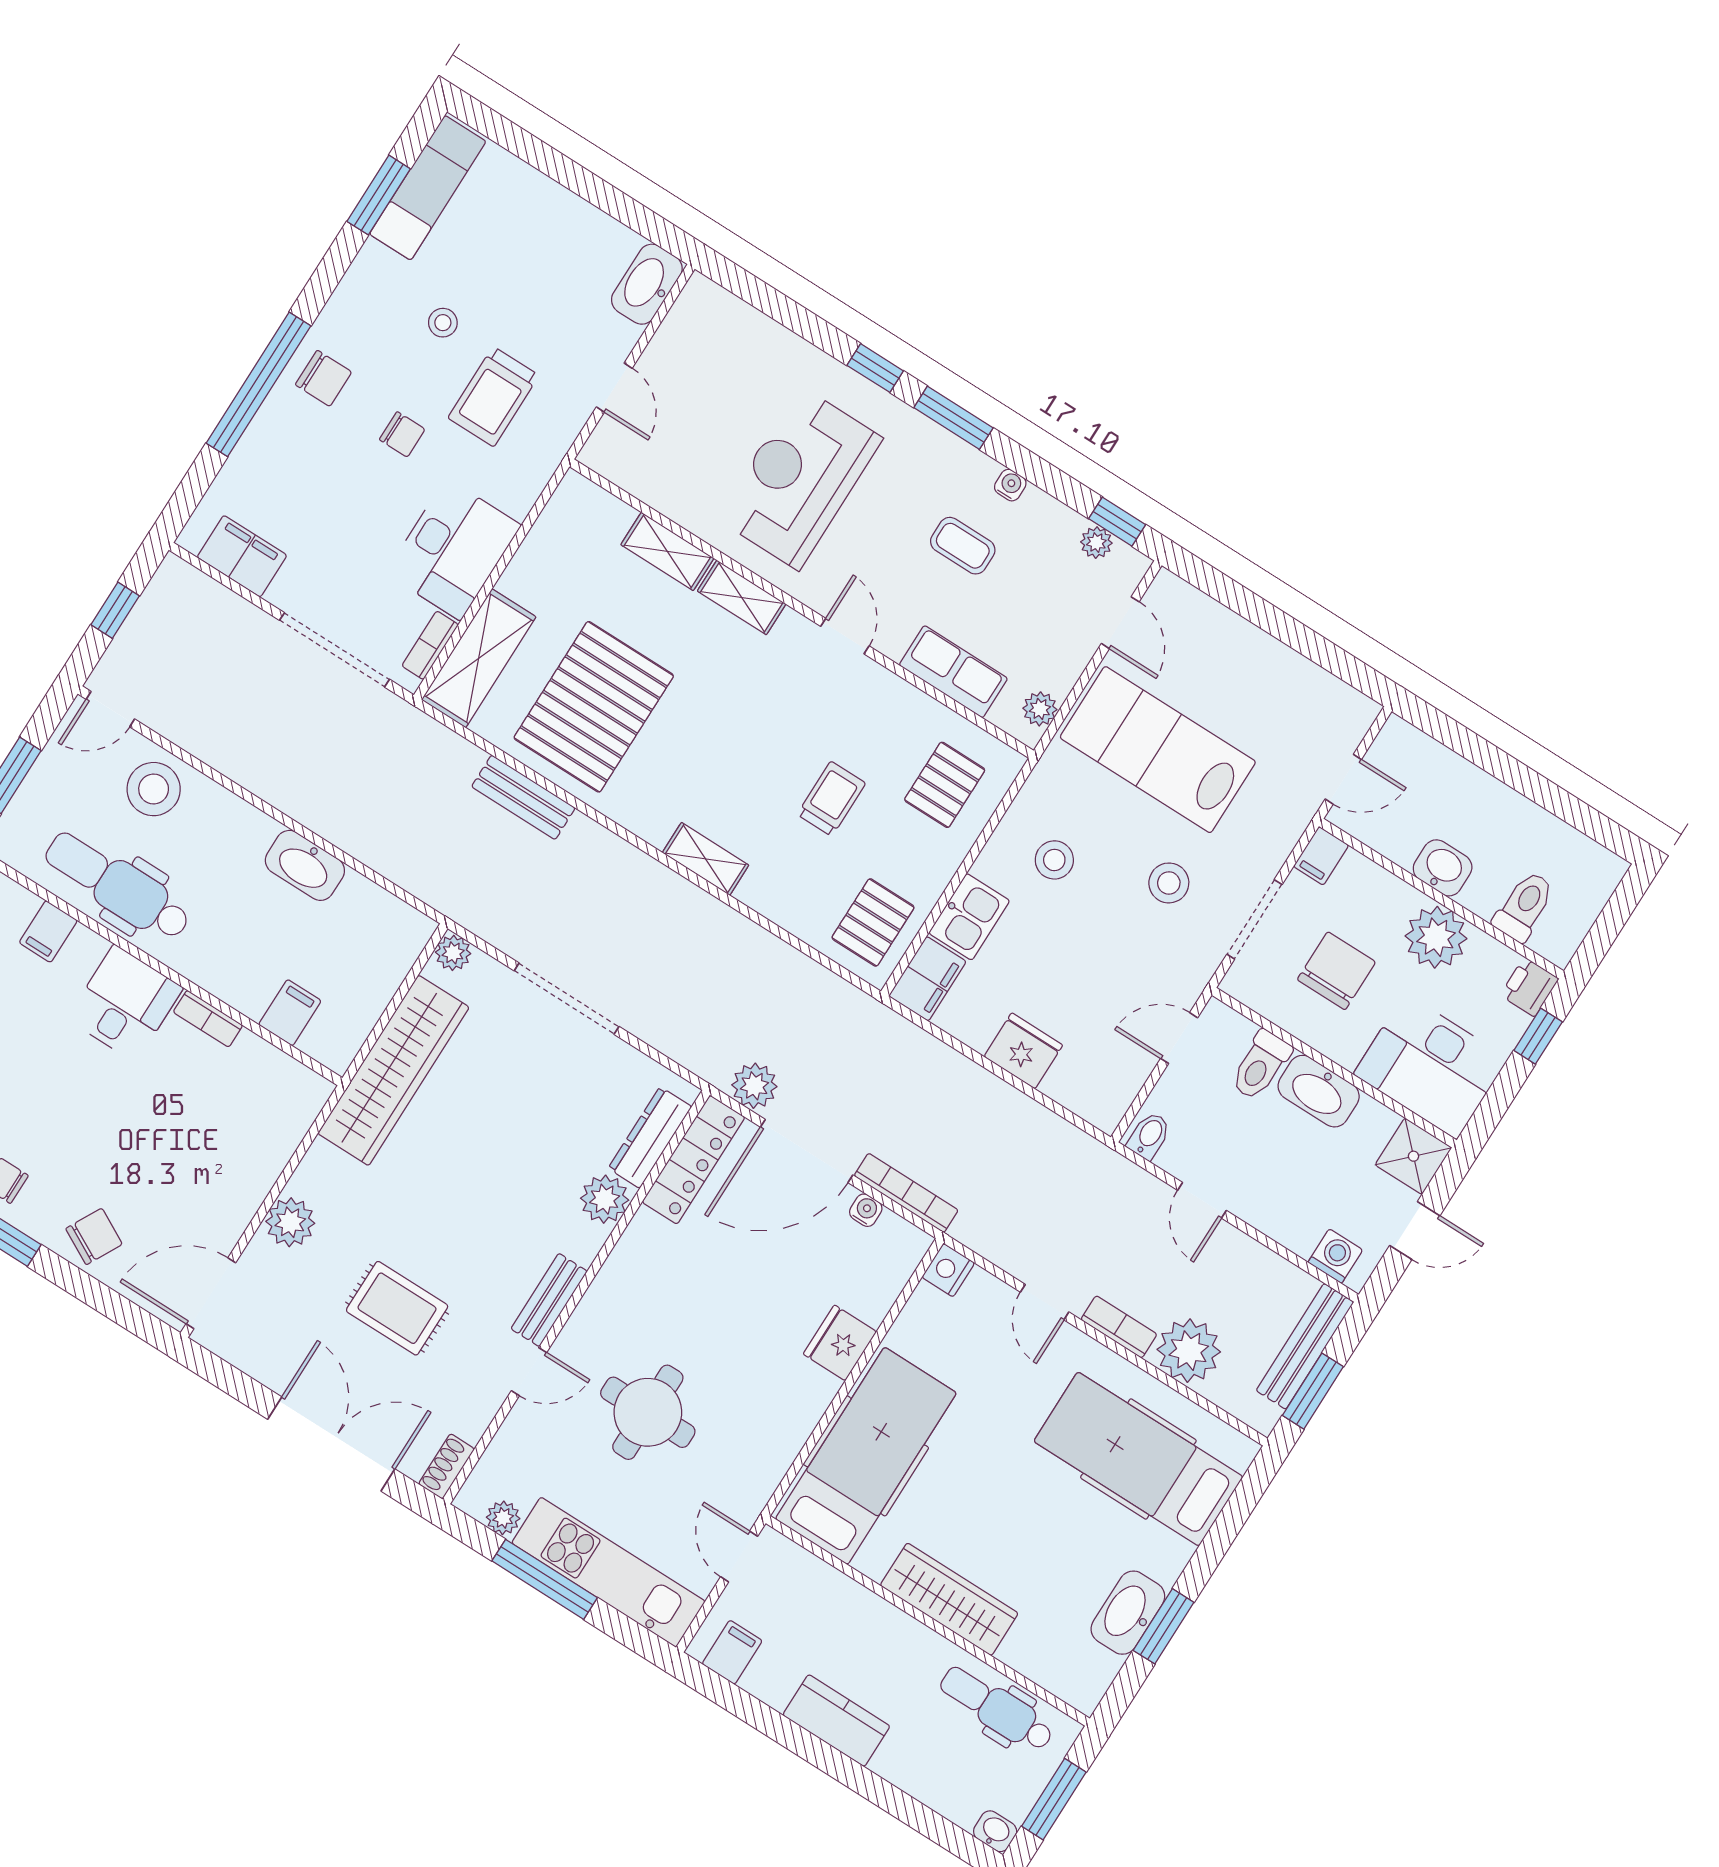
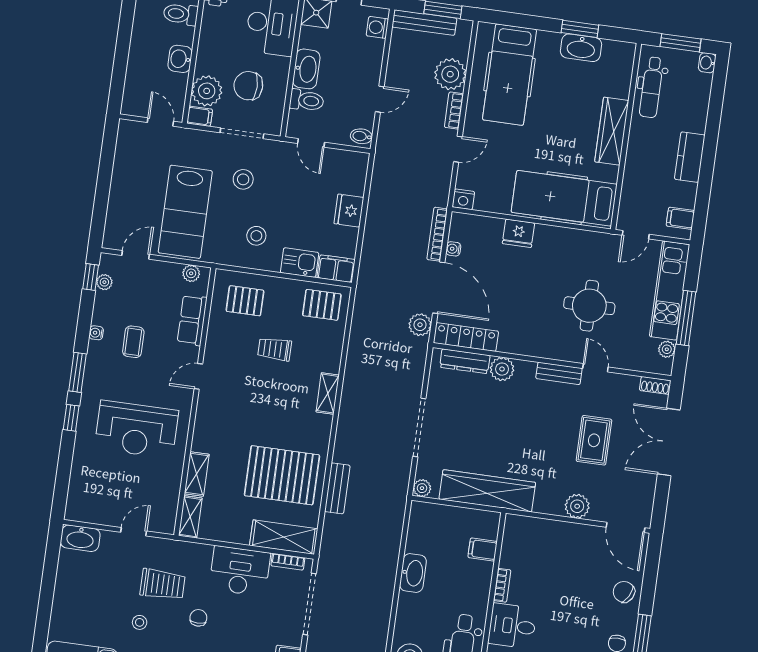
shelving: (742, 597) -> (190, 517), moved
plant: (1436, 937) -> (207, 91), moved

